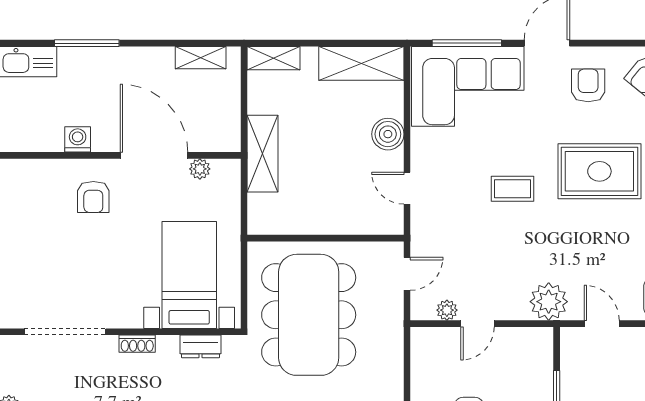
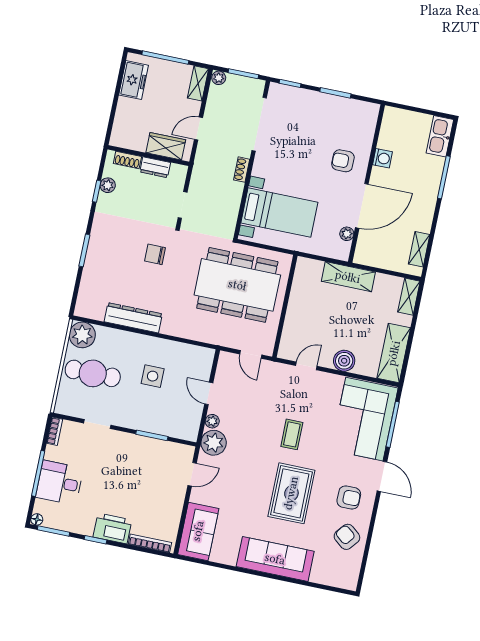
plant: (447, 310) -> (212, 421), moved
dresser: (201, 346) -> (231, 210), removed

